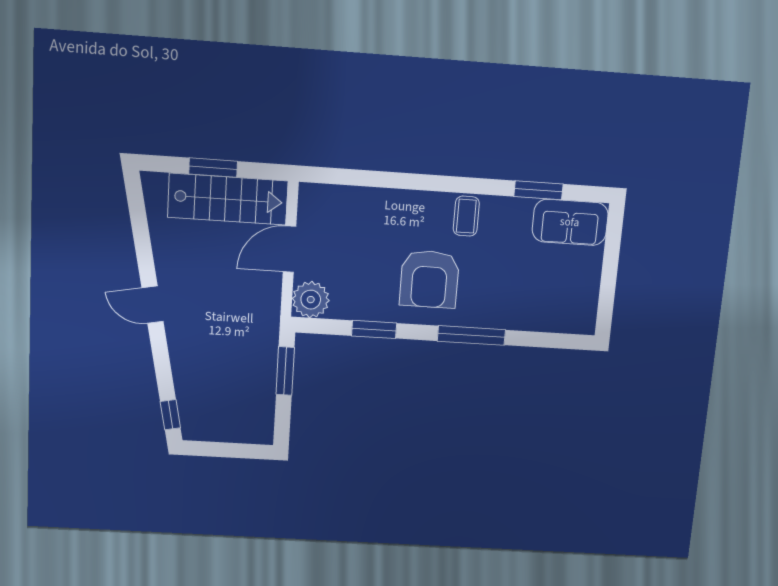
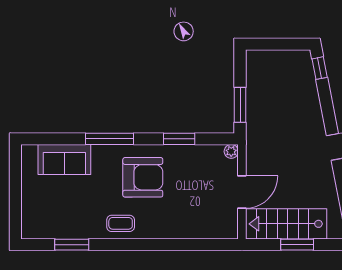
coffee table: (466, 216) -> (121, 223), turned 90
sofa: (570, 222) -> (64, 160), moved, turned 180
armchair: (429, 279) -> (143, 177), turned 90
plant: (311, 300) -> (231, 151), width x0.53, depth x0.53

